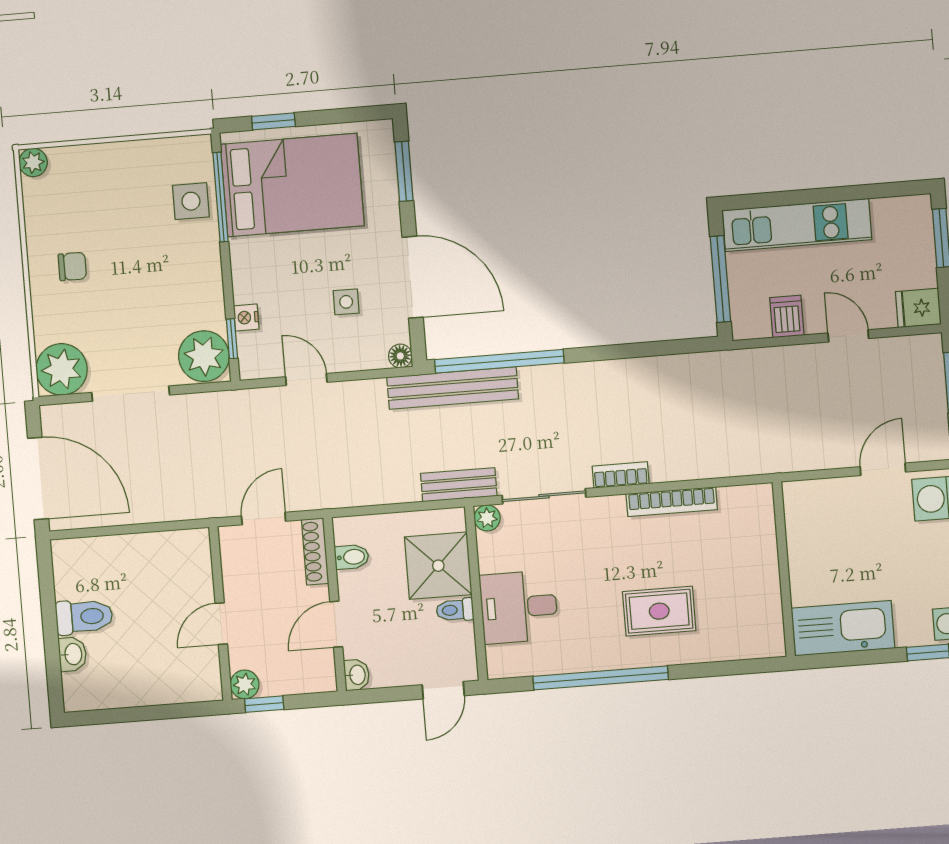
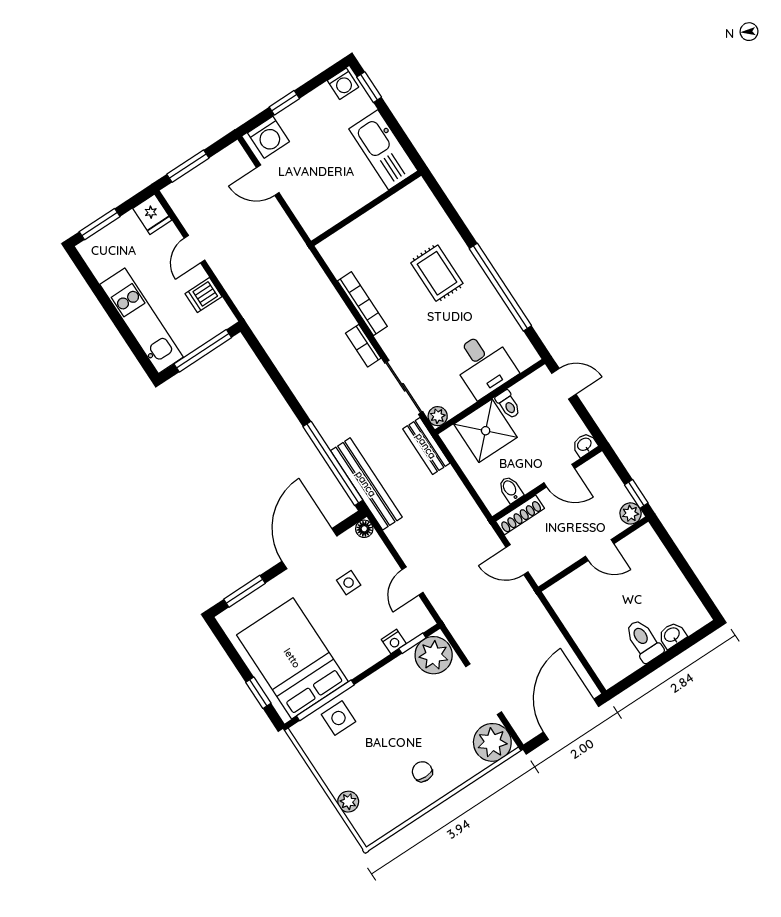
plant: (33, 162) -> (348, 802), moved

